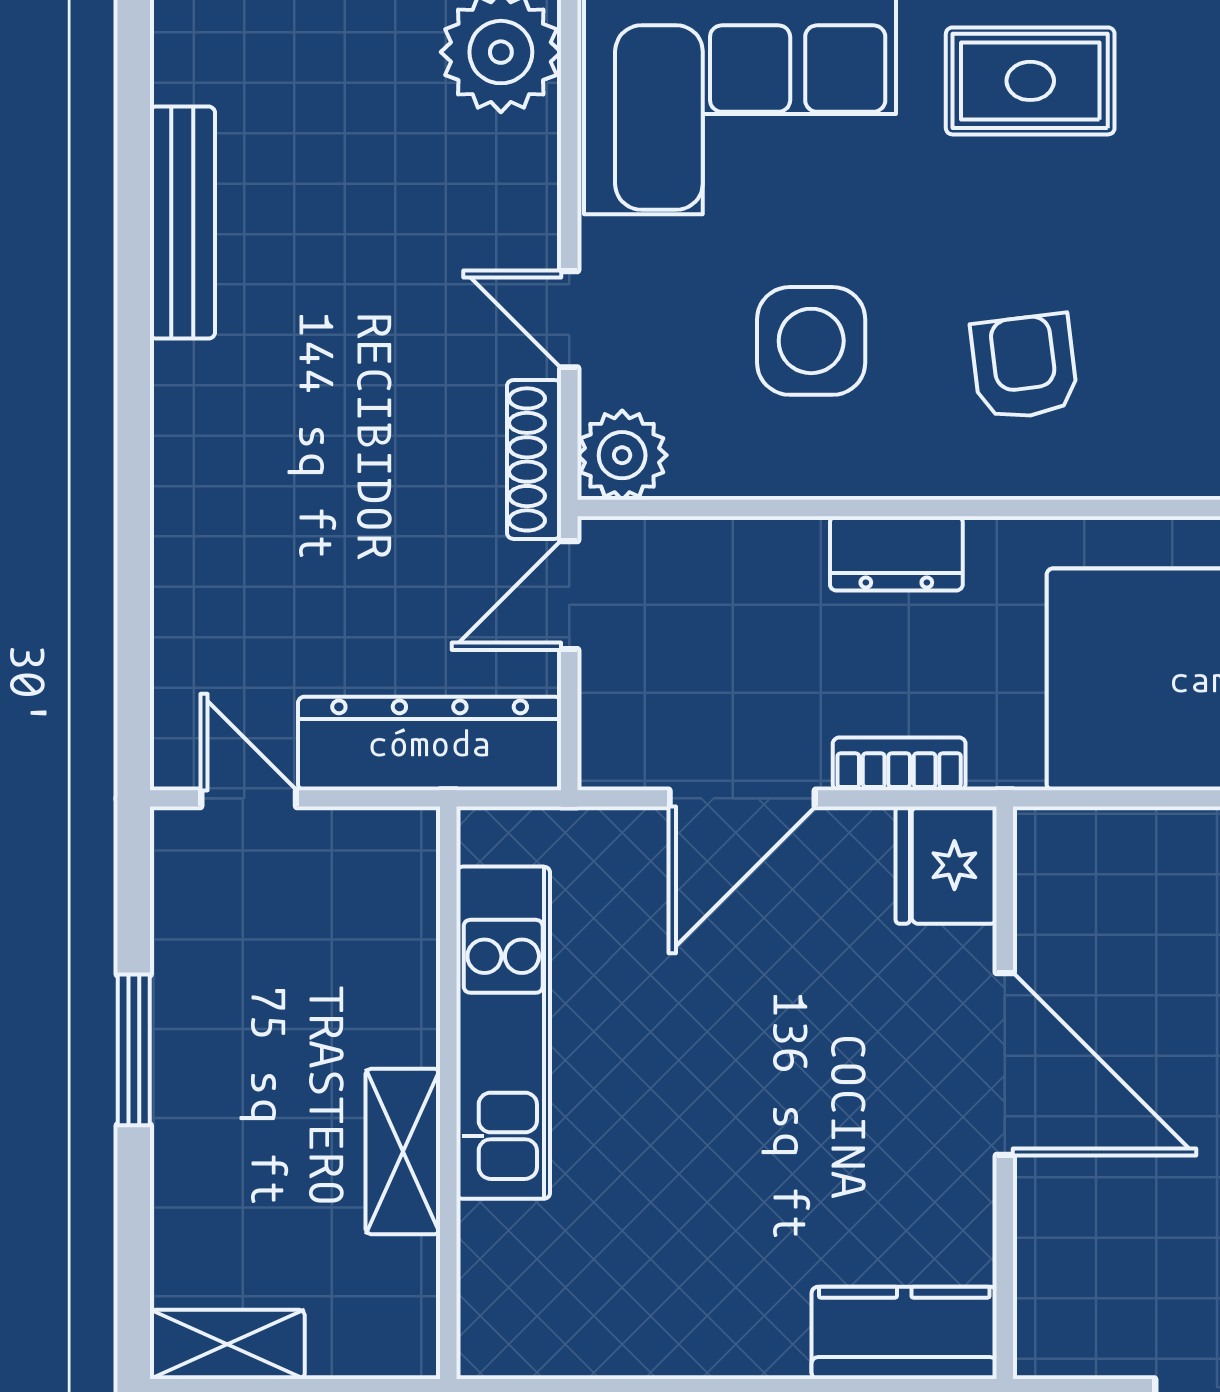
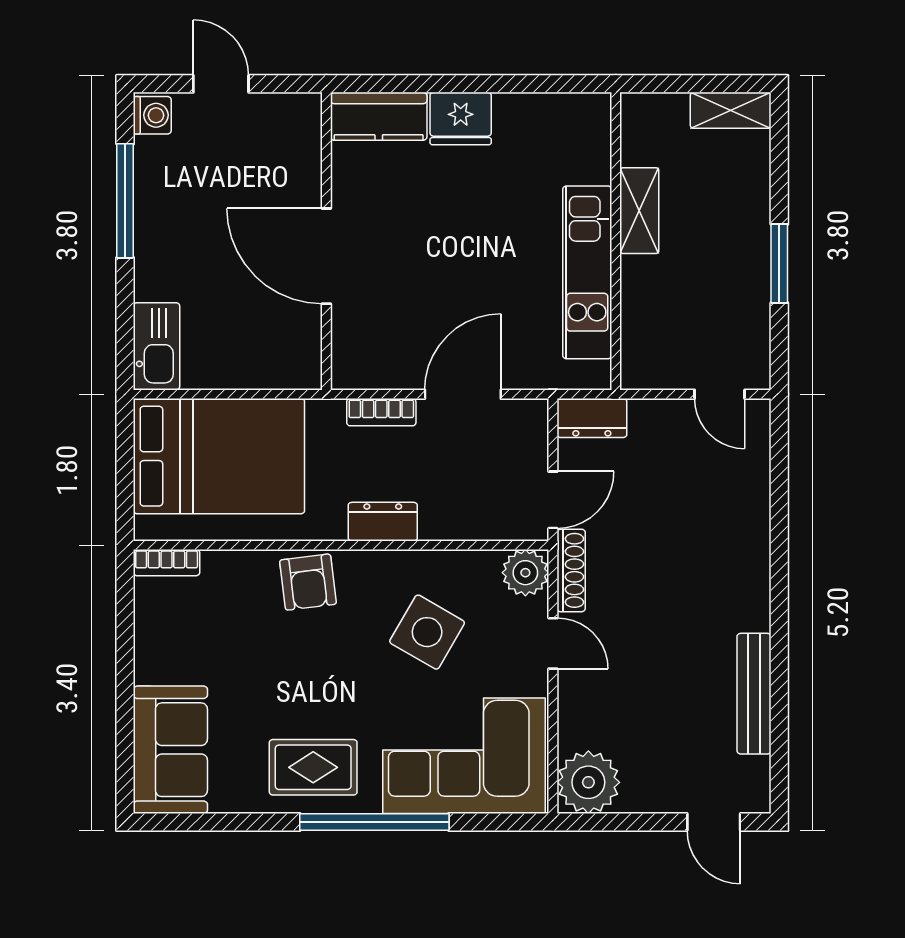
side table: (811, 341) -> (427, 632), turned 30
armchair: (1024, 367) -> (308, 582), moved
dresser: (430, 743) -> (592, 418), width x0.51, depth x0.80
fridge: (946, 865) -> (461, 119), moved, turned 90

